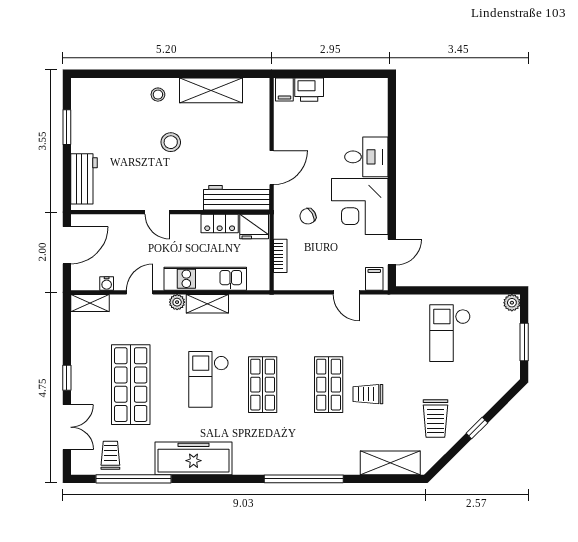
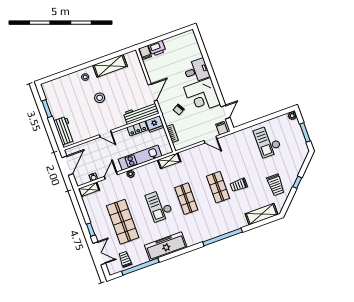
shelving: (207, 304) -> (169, 161), moved

